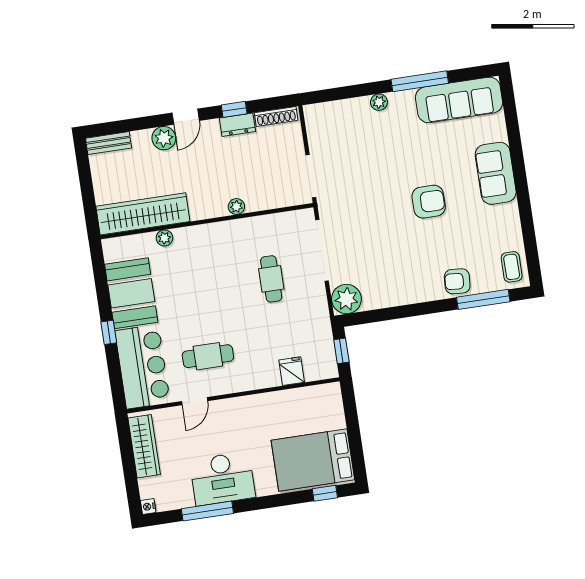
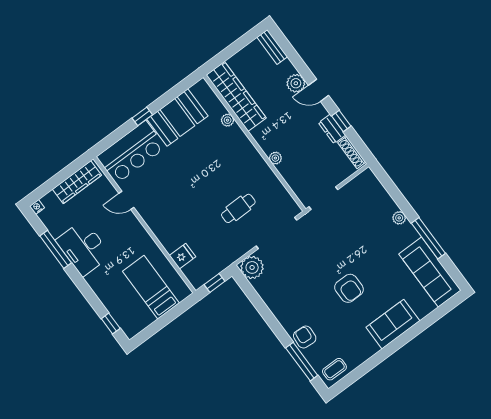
cafe table: (208, 356) -> (162, 193), removed
bed: (313, 460) -> (151, 287), moved, width x0.67

